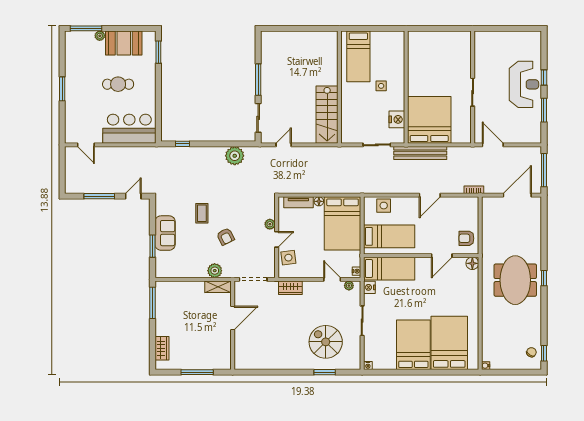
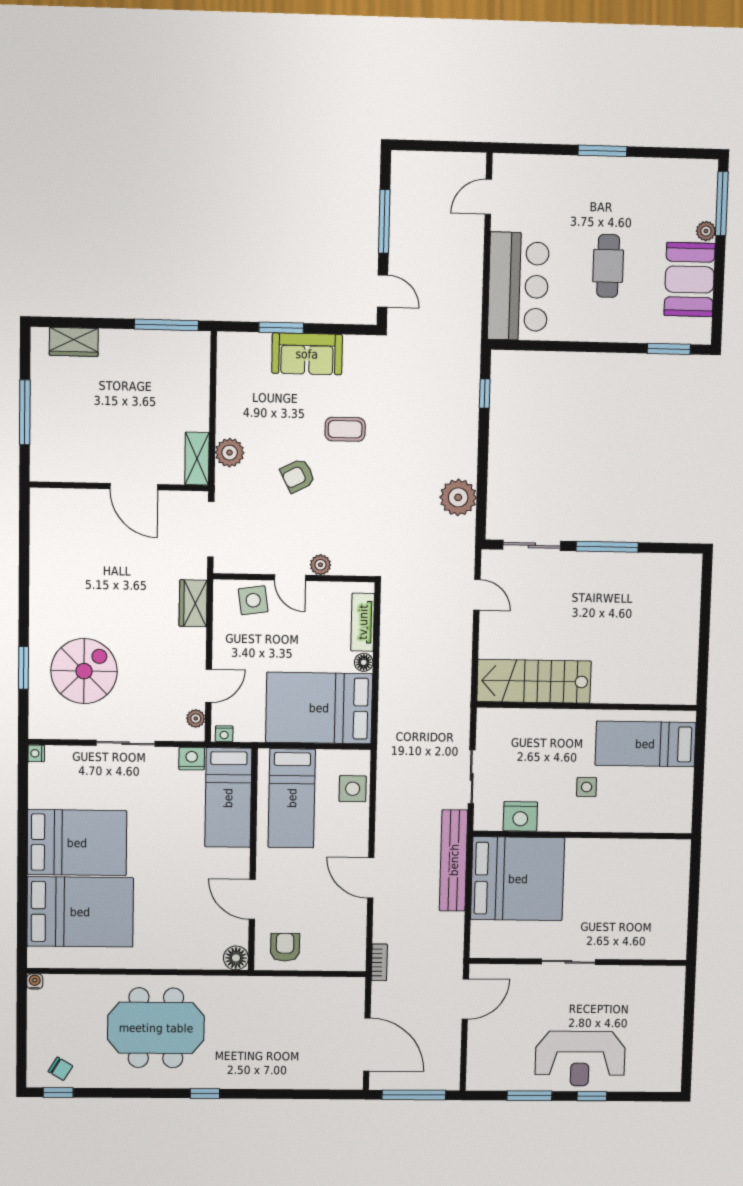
meeting table: (515, 280) -> (156, 1028), moved

